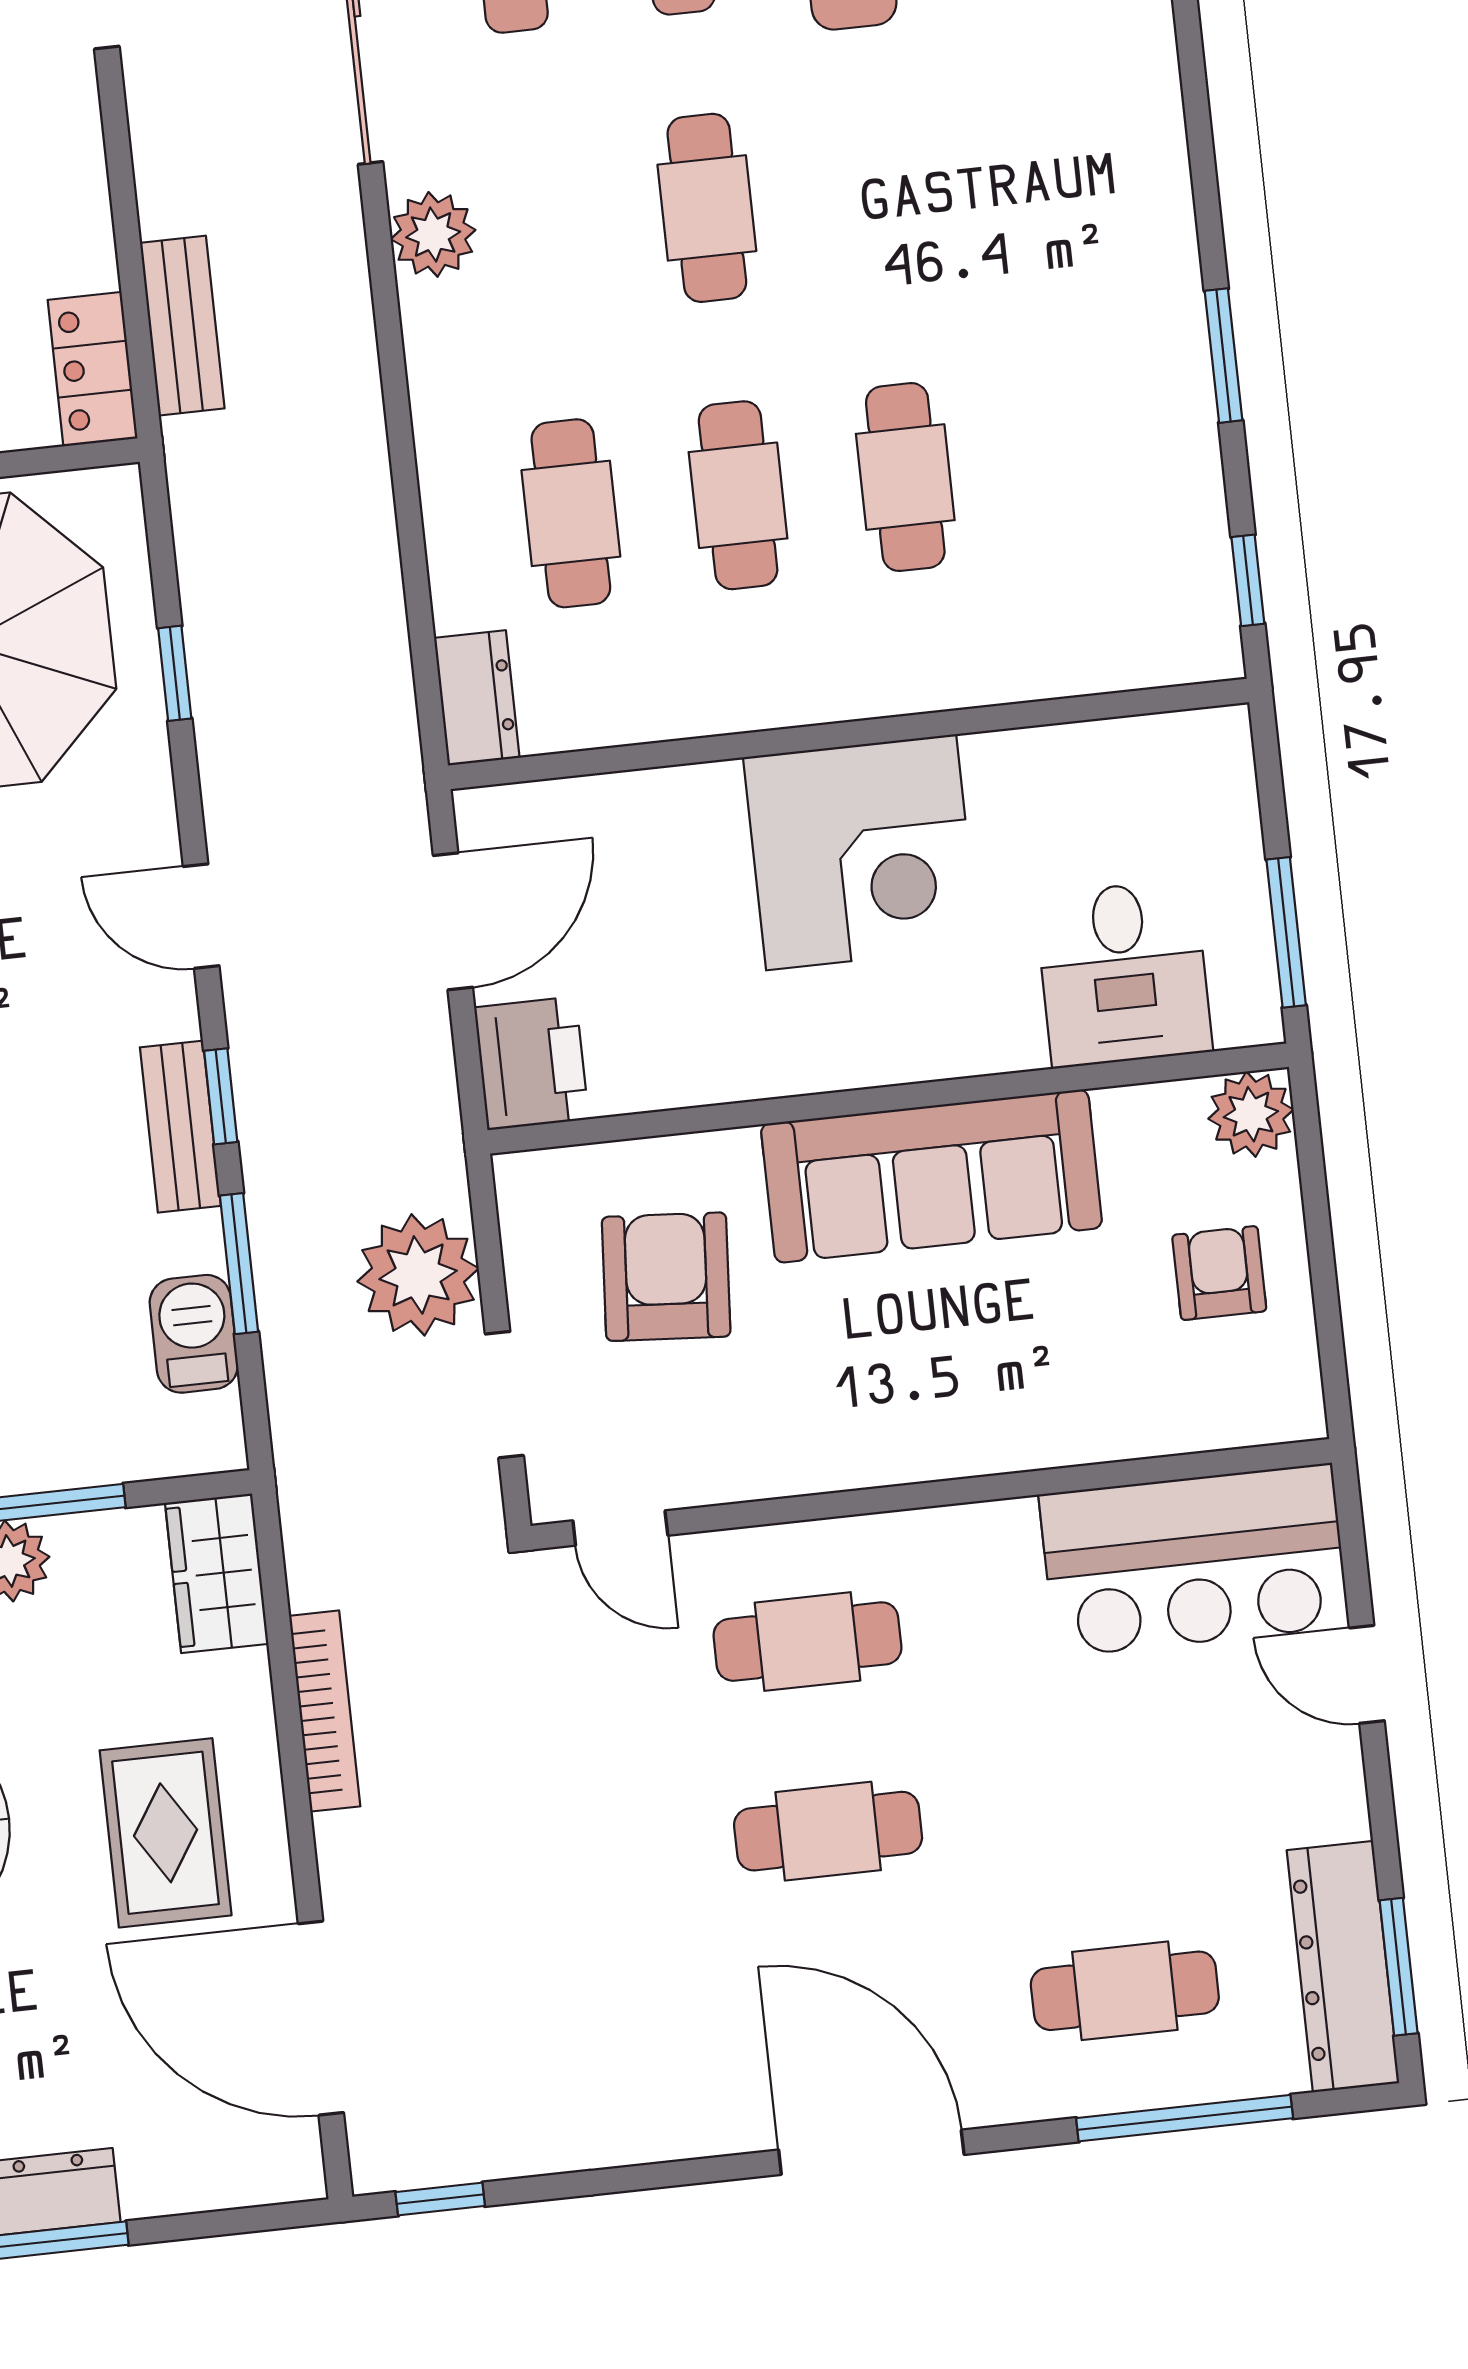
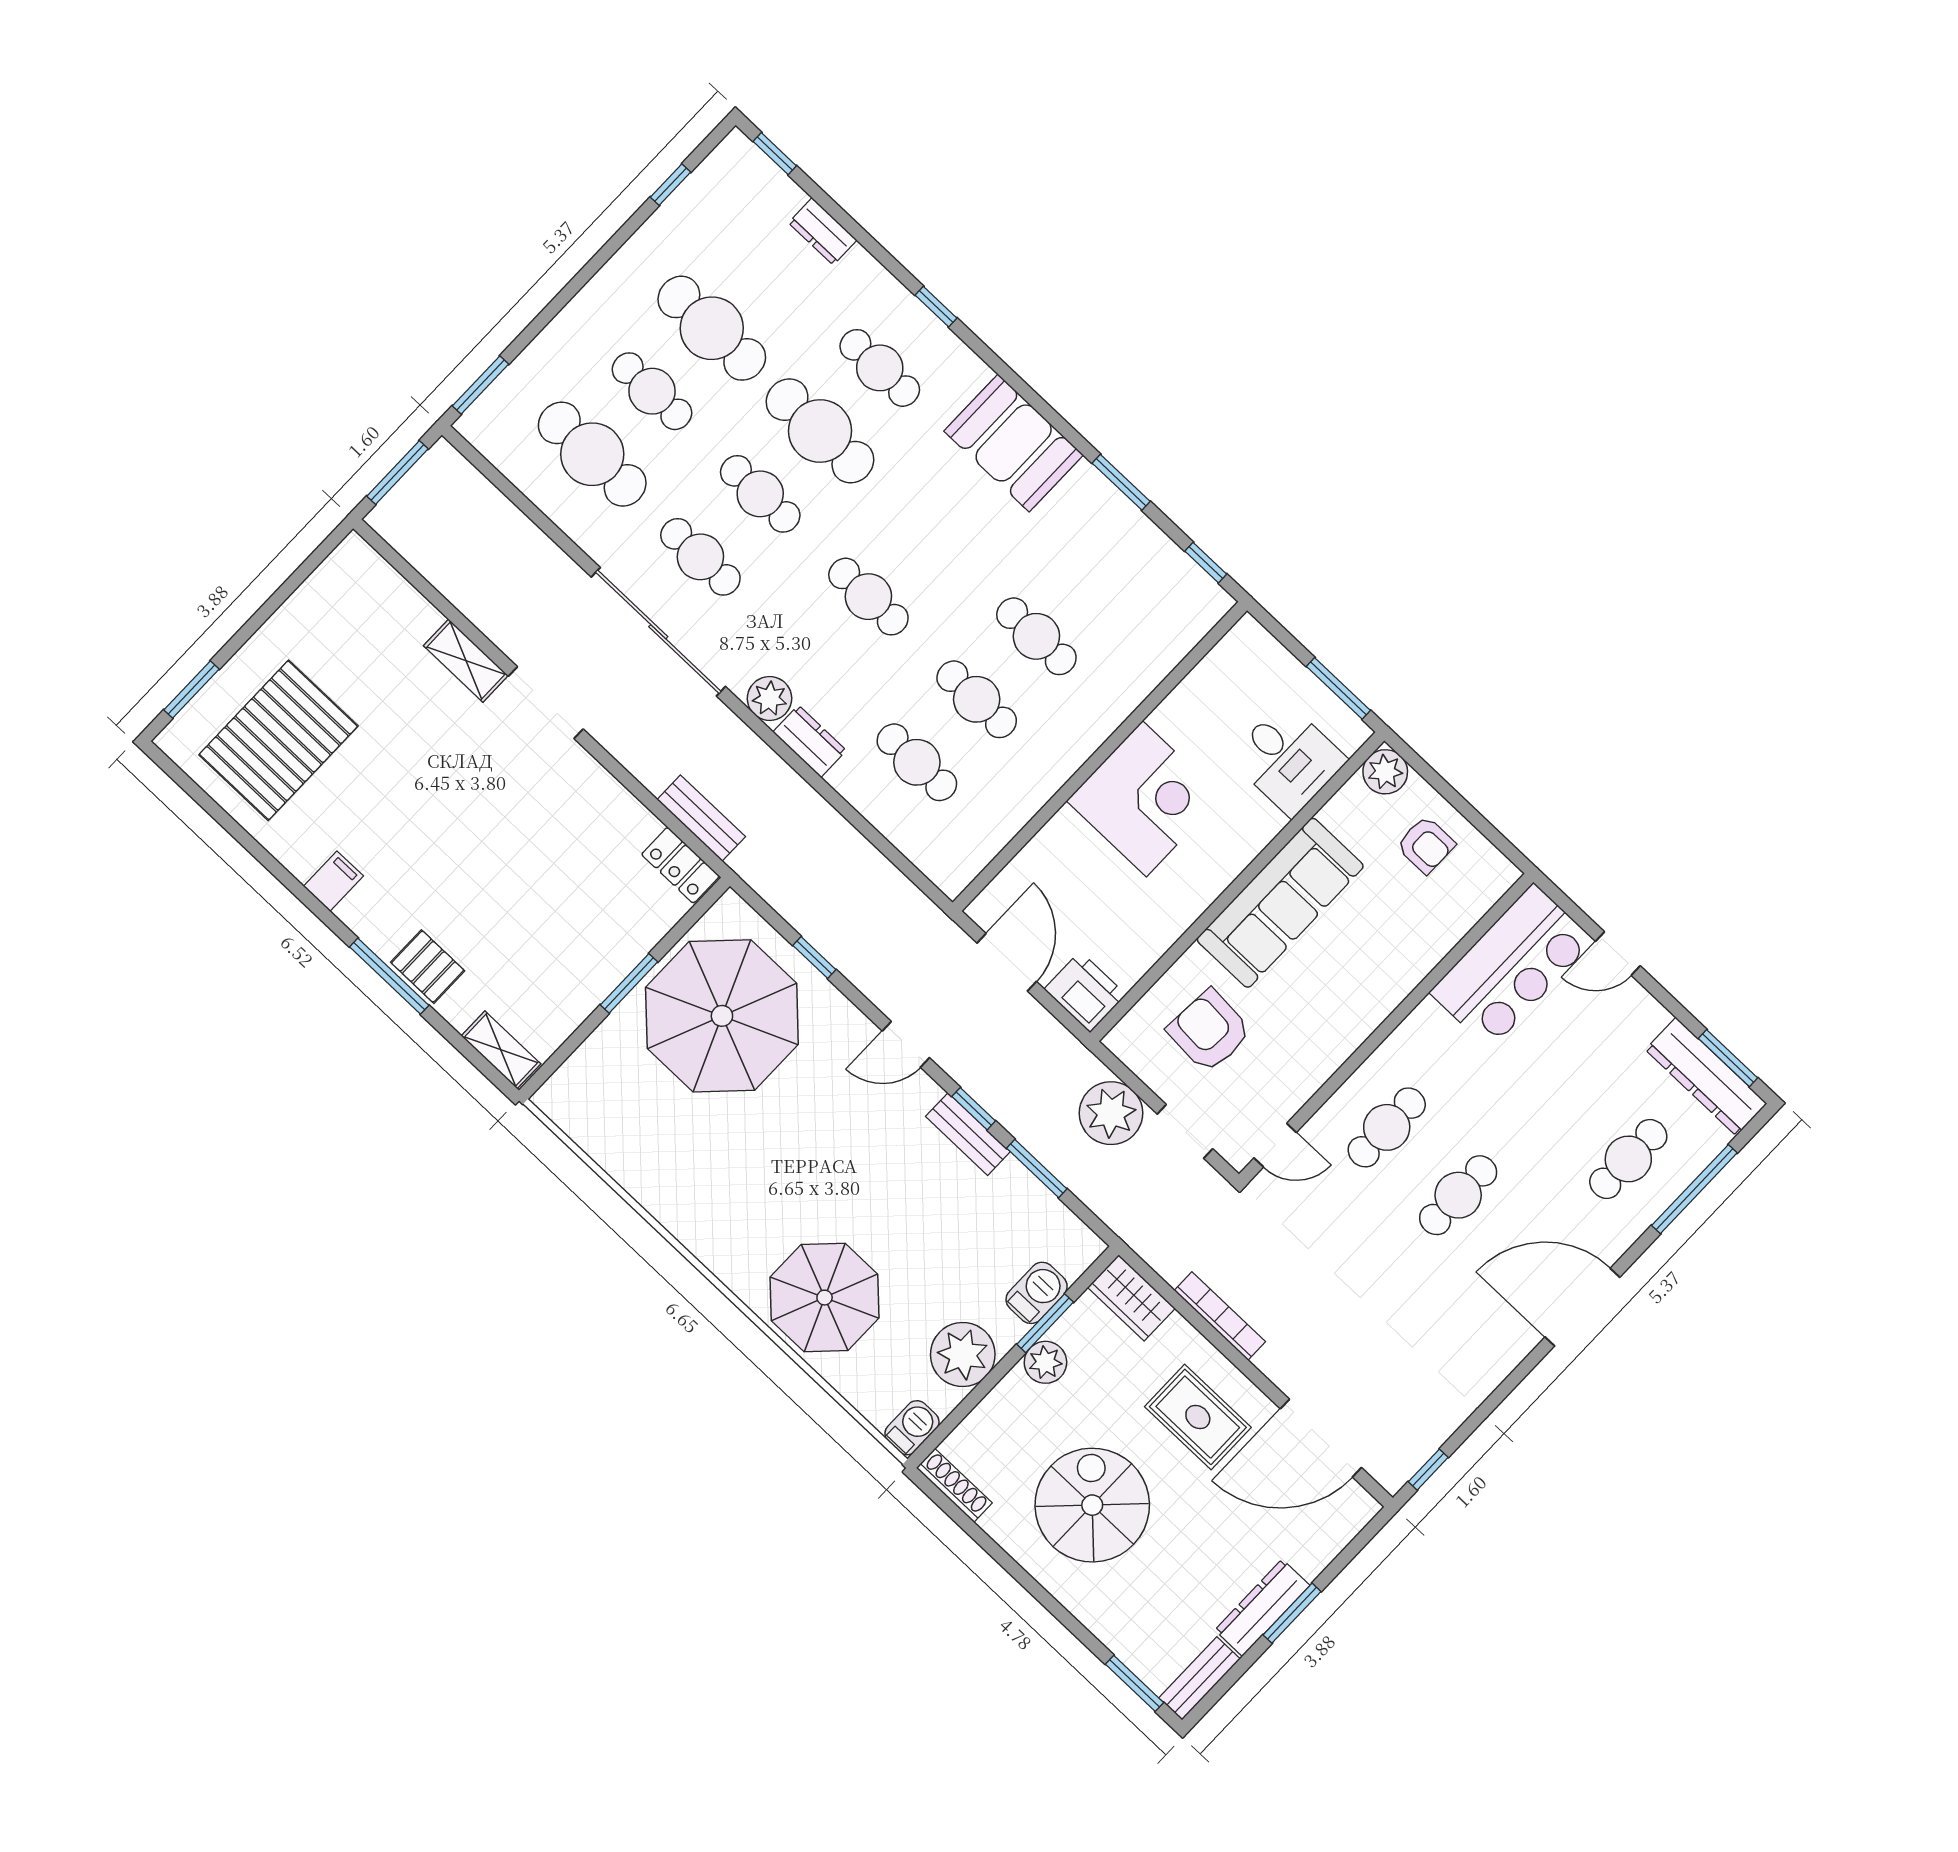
booth: (1114, 163) -> (1014, 443), added
dresser: (477, 698) -> (810, 741), moved
armchair: (1219, 1273) -> (1426, 845), turned 180
barbecue: (194, 1334) -> (1037, 1293), moved, turned 90

